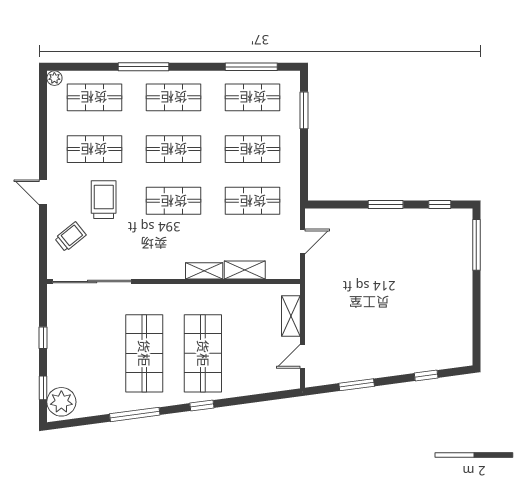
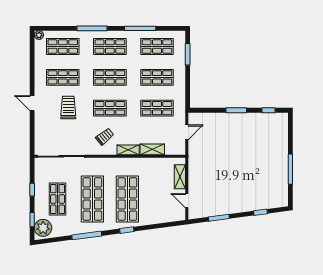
window: (251, 67) -> (140, 28), moved
trolley: (70, 237) -> (105, 137), moved
window: (476, 245) -> (290, 169), moved
shop shelf: (86, 353) -> (57, 199), added
door: (302, 356) -> (187, 201), hinge flipped

